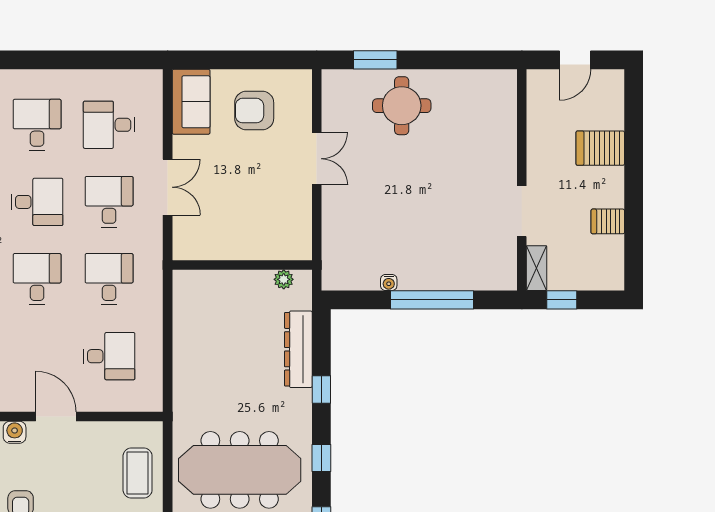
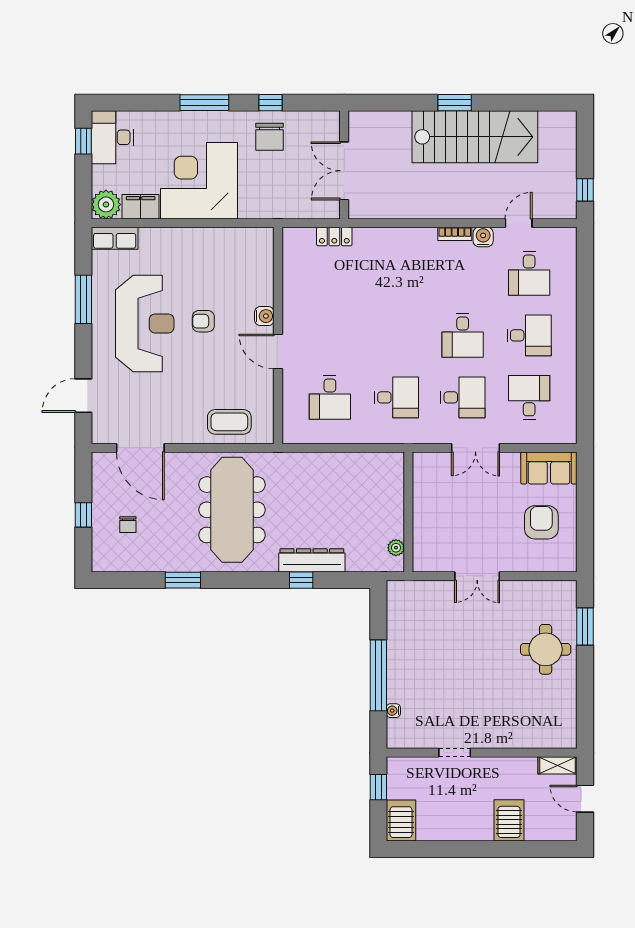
double door: (317, 159) -> (477, 576), moved
doorway: (522, 211) -> (455, 753), width x0.73
server rack: (608, 221) -> (401, 821), moved, width x1.36, depth x1.44
shelving: (537, 268) -> (558, 765), moved
desk: (37, 279) -> (396, 335), removed
water cooler: (389, 283) -> (393, 711), moved
dresser: (298, 349) -> (312, 560), moved
door: (56, 416) -> (278, 352), swing flipped
window: (321, 458) -> (242, 580), removed

